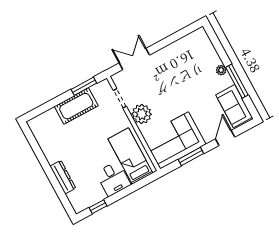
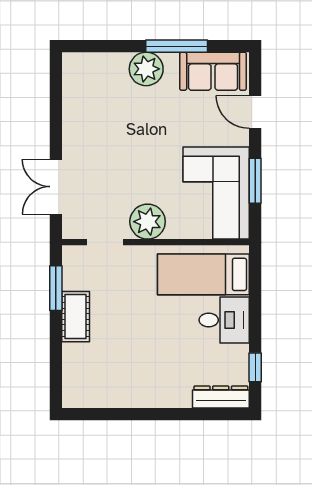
plant: (221, 70) -> (146, 69), width x1.88, depth x1.88
cot: (76, 106) -> (76, 317), width x0.73, depth x0.75
dresser: (63, 177) -> (221, 397), moved

